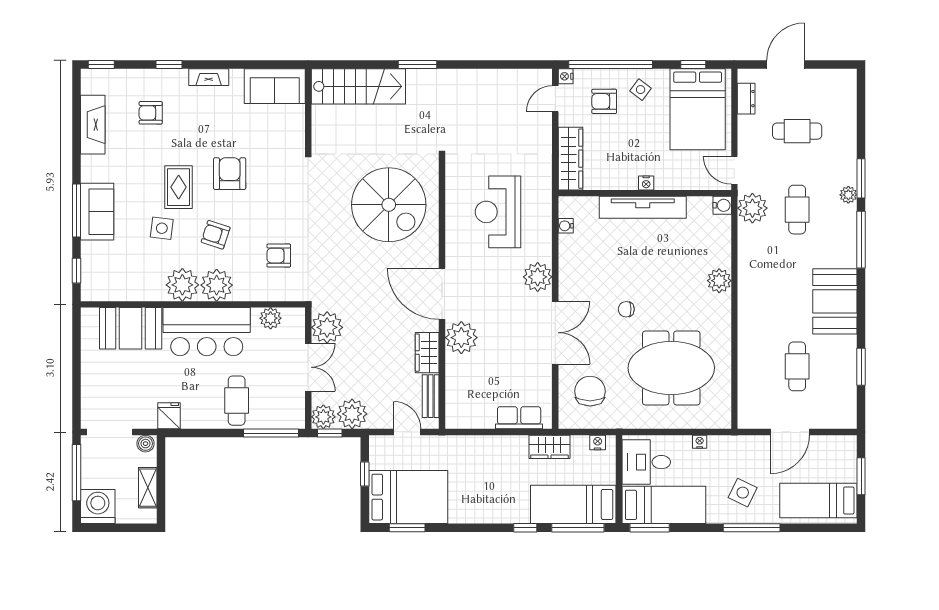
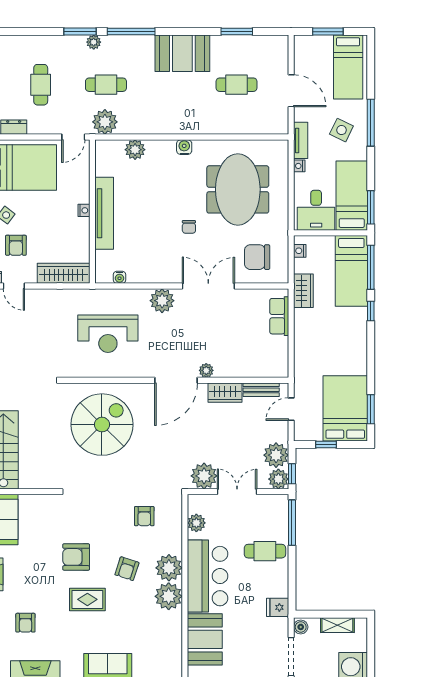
water cooler: (722, 205) -> (184, 147), moved
side table: (162, 228) -> (122, 613), removed
plant: (719, 281) -> (135, 150), moved
plant: (461, 338) -> (206, 370), width x0.53, depth x0.53
tv unit: (730, 443) -> (301, 140), added

